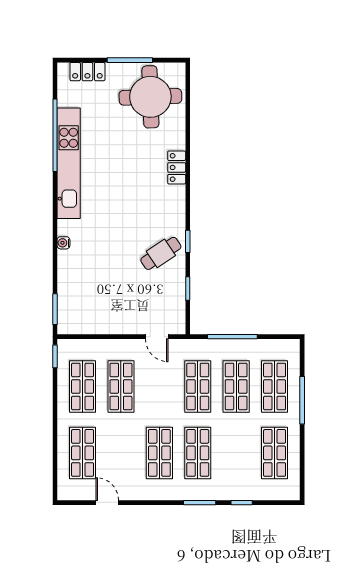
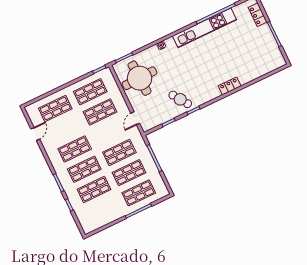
round table: (150, 97) -> (140, 78), moved
shop shelf: (275, 453) -> (94, 189), moved

